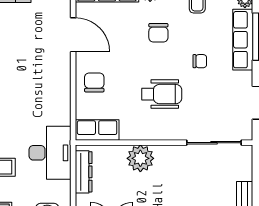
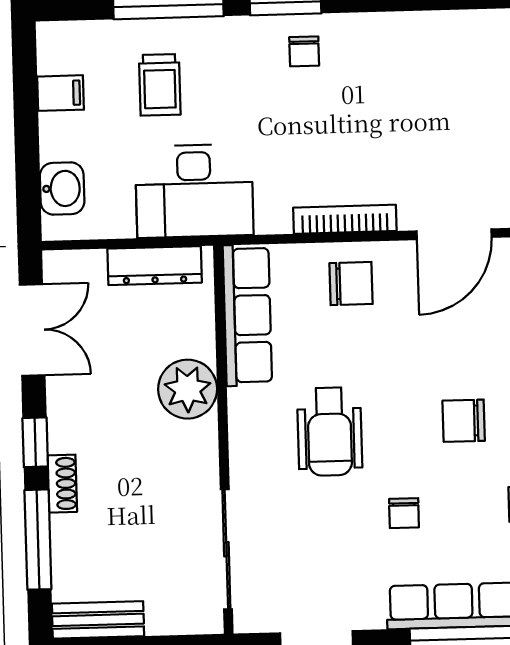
bookcase: (65, 84) -> (345, 219), added
row of seats: (97, 130) -> (247, 315), width x1.48

